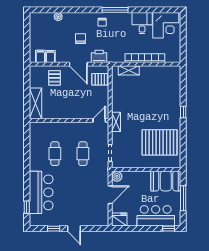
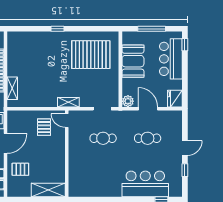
pallet: (100, 79) -> (44, 127), moved
pallet: (160, 142) -> (91, 55), turned 90
cafe table: (55, 154) -> (148, 138), moved
booth: (166, 181) -> (133, 61), moved

